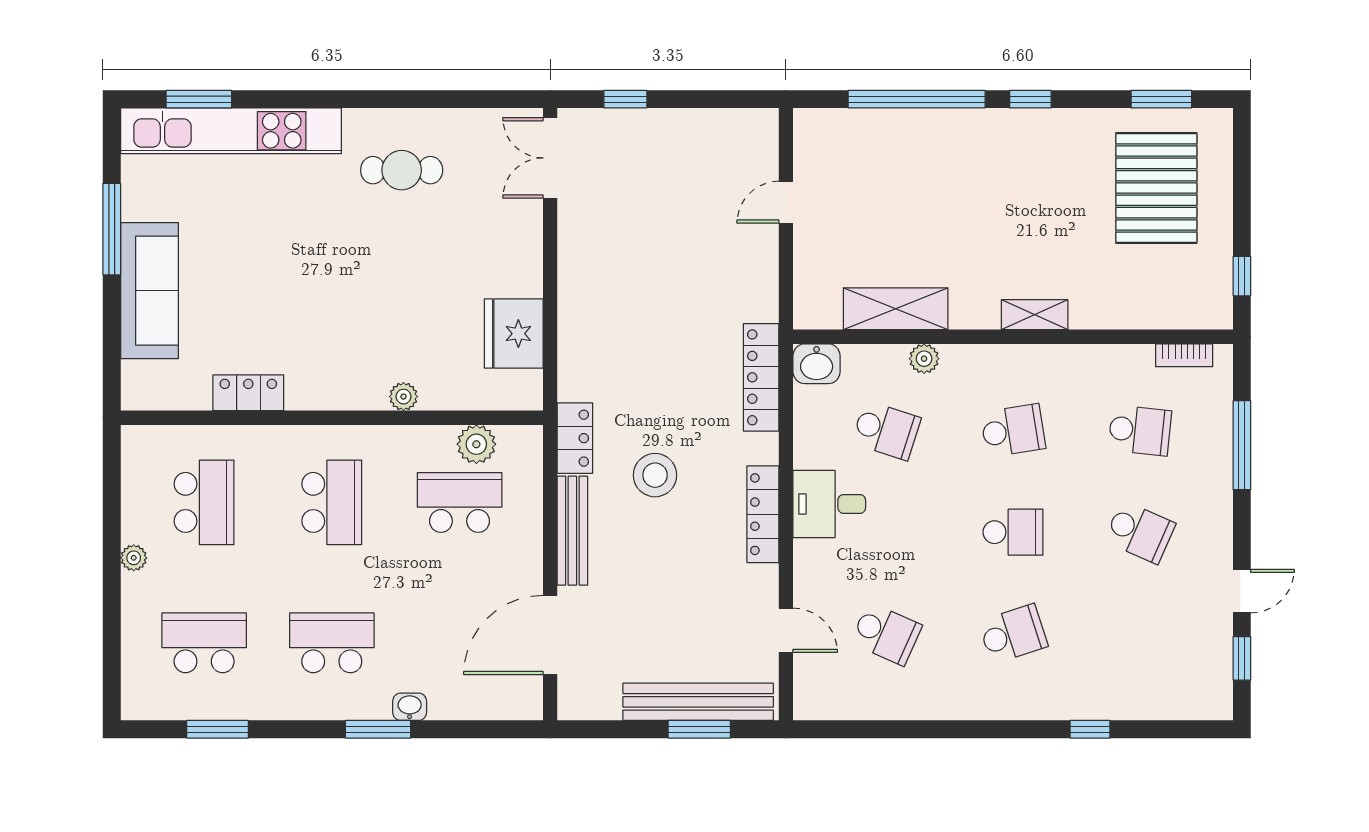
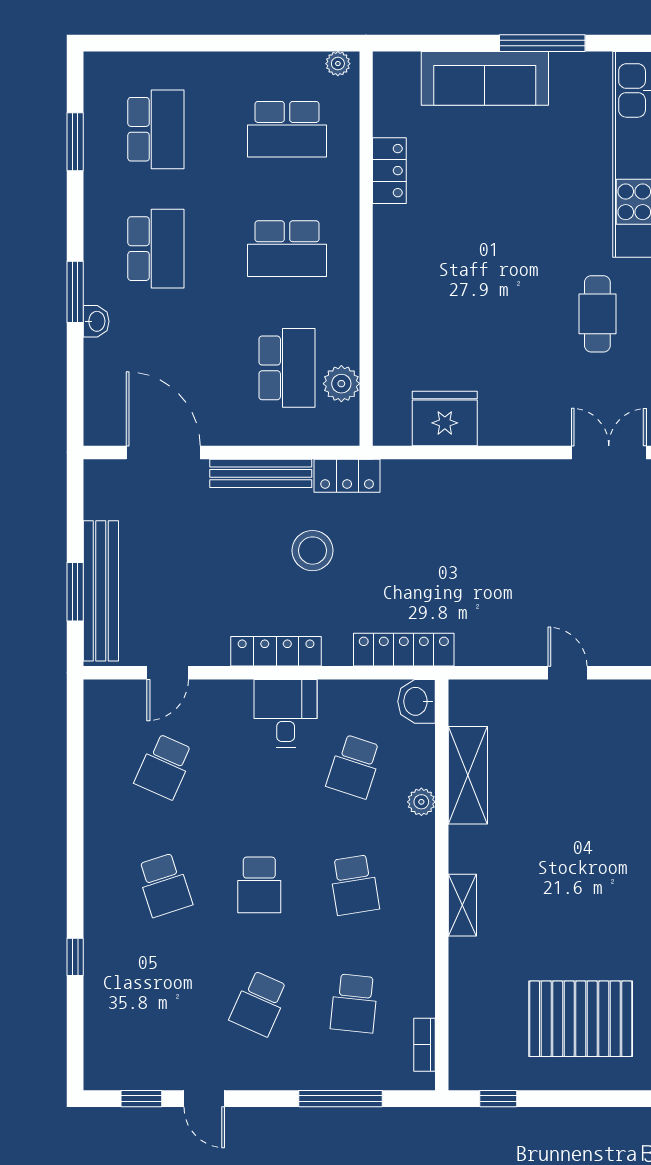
plant: (403, 397) -> (386, 316), removed
plant: (134, 558) -> (338, 64), moved

